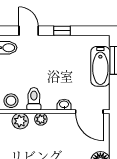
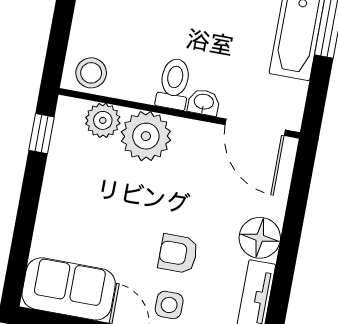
toilet: (34, 99) -> (174, 84), moved
plant: (41, 119) -> (146, 136), width x1.88, depth x1.88

